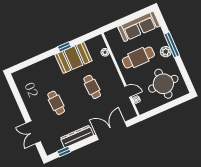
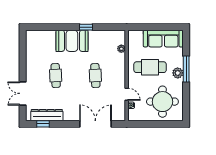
booth: (73, 58) -> (72, 41), moved
dresser: (77, 136) -> (47, 115), moved

